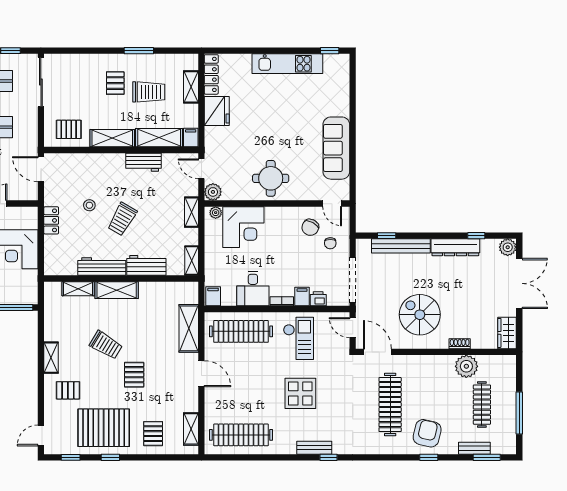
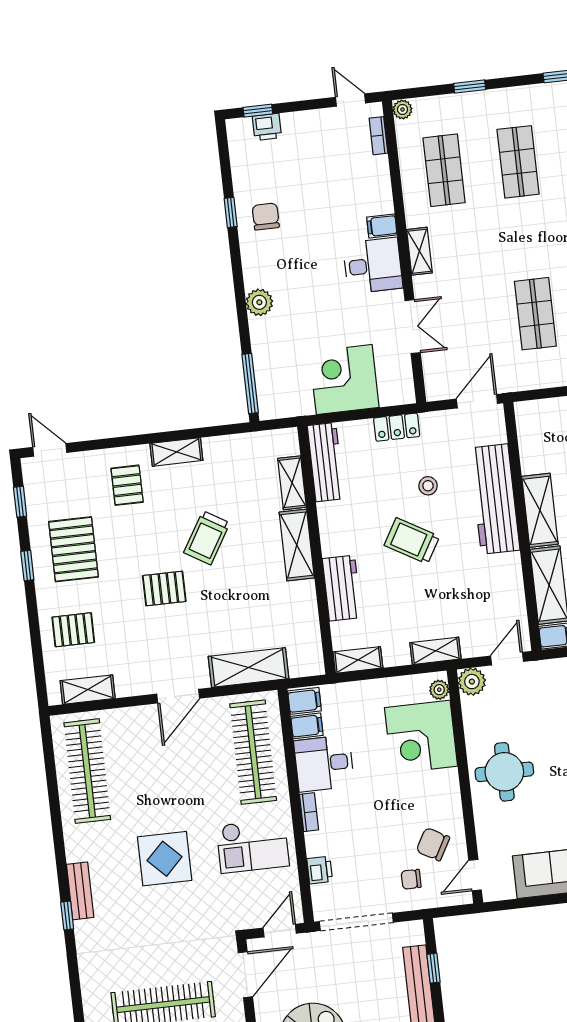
pallet: (69, 129) -> (546, 439), removed
workbench: (144, 162) -> (495, 499), moved, width x1.88, depth x1.32
workbench: (102, 266) -> (326, 462), moved
filing cabinet: (302, 297) -> (307, 726), moved
pallet: (104, 428) -> (73, 549), width x0.73, depth x0.71

